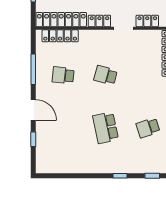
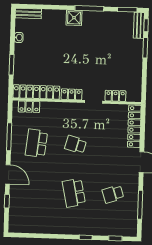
locker: (60, 36) -> (29, 107), width x0.66
school desk: (63, 75) -> (36, 143), width x1.85

